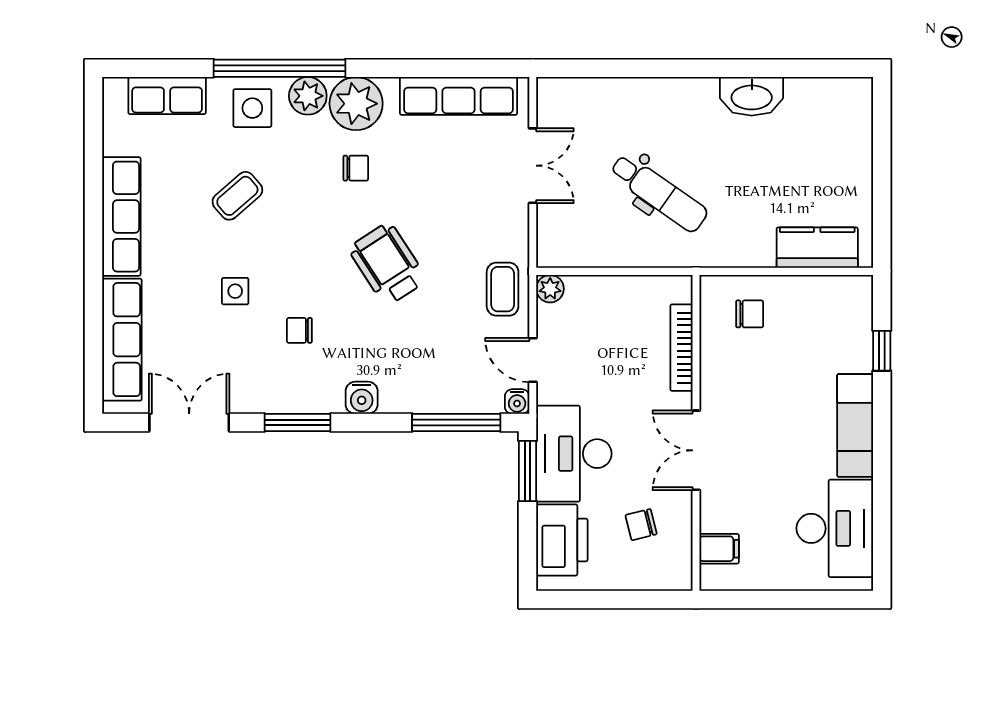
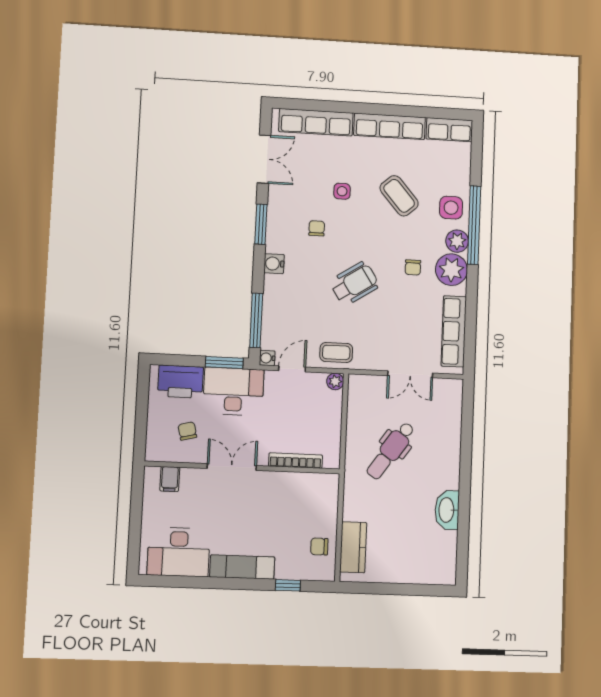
row of seats: (167, 96) -> (449, 130), moved, turned -90
coffee table: (237, 196) -> (399, 196), width x1.36, depth x1.30
chair: (750, 314) -> (319, 547), moved, turned 90

